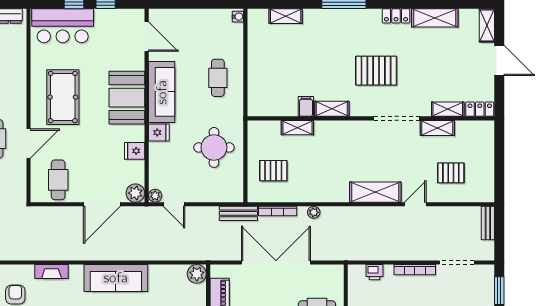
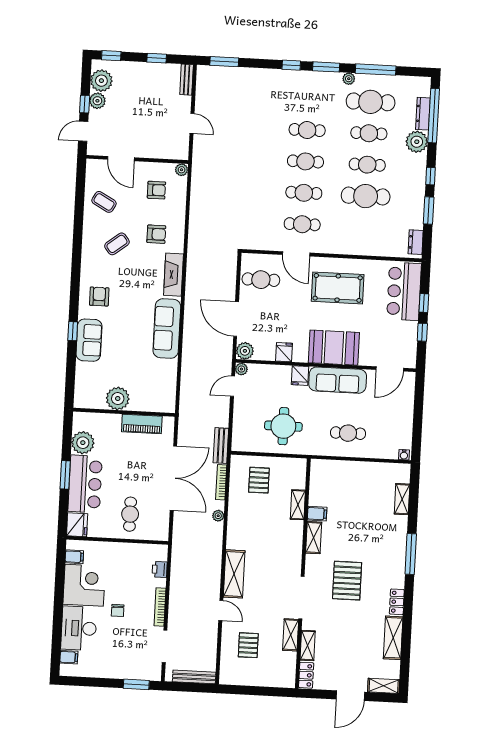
bench: (488, 223) -> (194, 677), width x1.36
fireplace: (52, 272) -> (174, 275), width x1.37, depth x1.32
plant: (197, 274) -> (167, 404), removed

